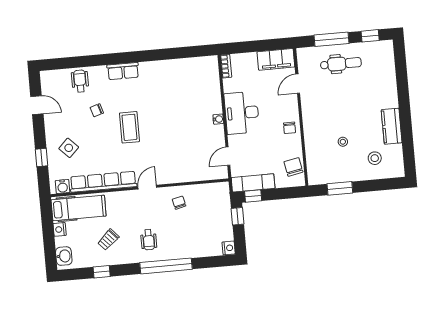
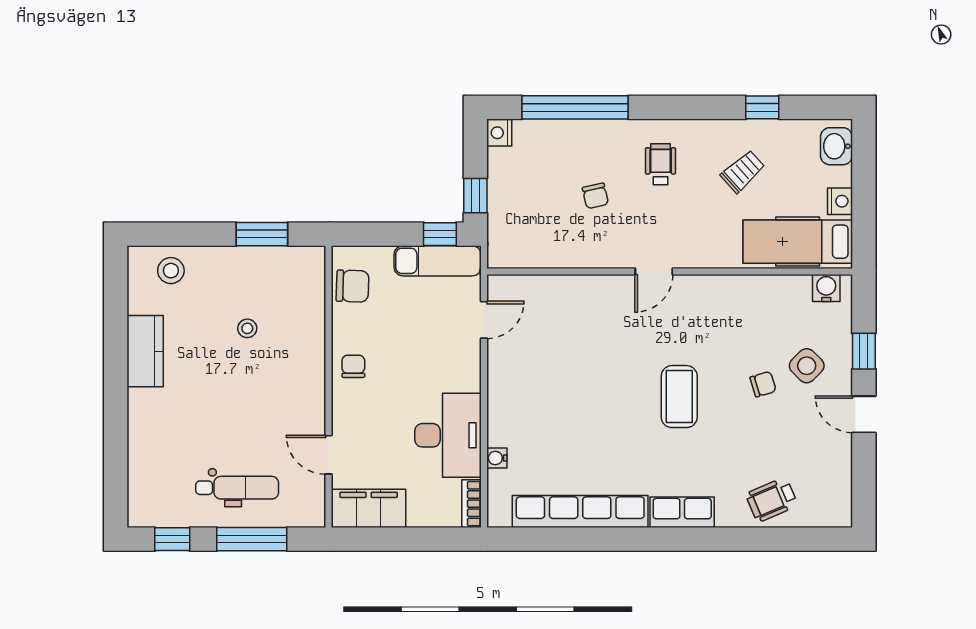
dental chair: (341, 64) -> (237, 488), turned 180
wheelchair: (80, 81) -> (772, 500), turned 67
door: (298, 84) -> (329, 455), swing flipped
door: (37, 105) -> (864, 414), moved
chair: (97, 110) -> (763, 384), moved
desk: (242, 113) -> (448, 435), moved
water cooler: (218, 119) -> (497, 458), moved
stool: (375, 158) -> (171, 271), moved
chair: (293, 167) -> (352, 286), turned -77
row of seats: (103, 182) -> (580, 511), moved, turned 180
chair: (179, 203) -> (595, 196), moved
window: (166, 266) -> (575, 107), moved

